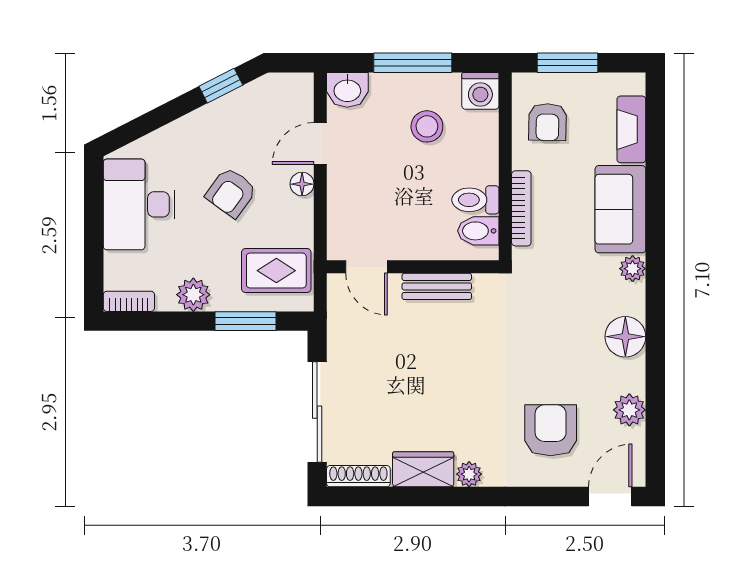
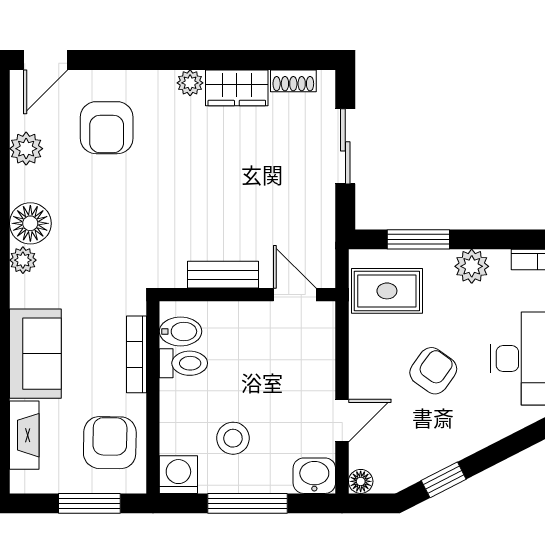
armchair: (548, 122) -> (110, 443), width x1.38, depth x1.38
floor lamp: (302, 184) -> (361, 481), moved
plant: (633, 269) -> (23, 260), moved
sliding door: (317, 412) -> (345, 146), width x0.73
shoe rack: (358, 476) -> (293, 81), width x0.70

